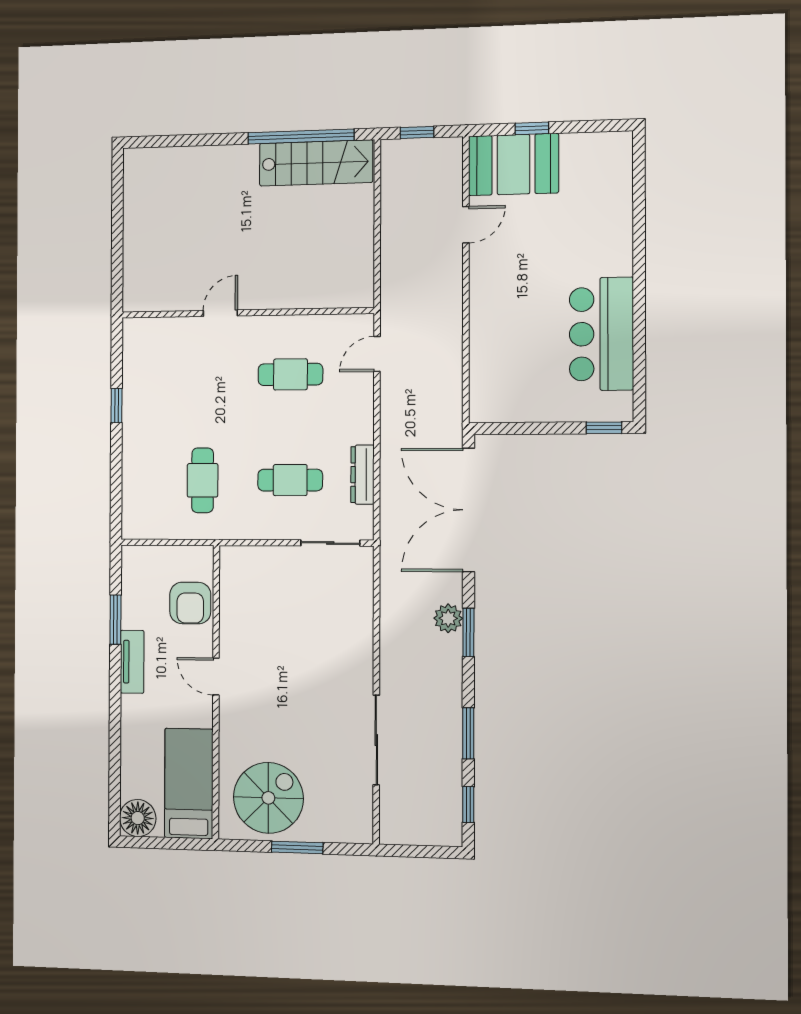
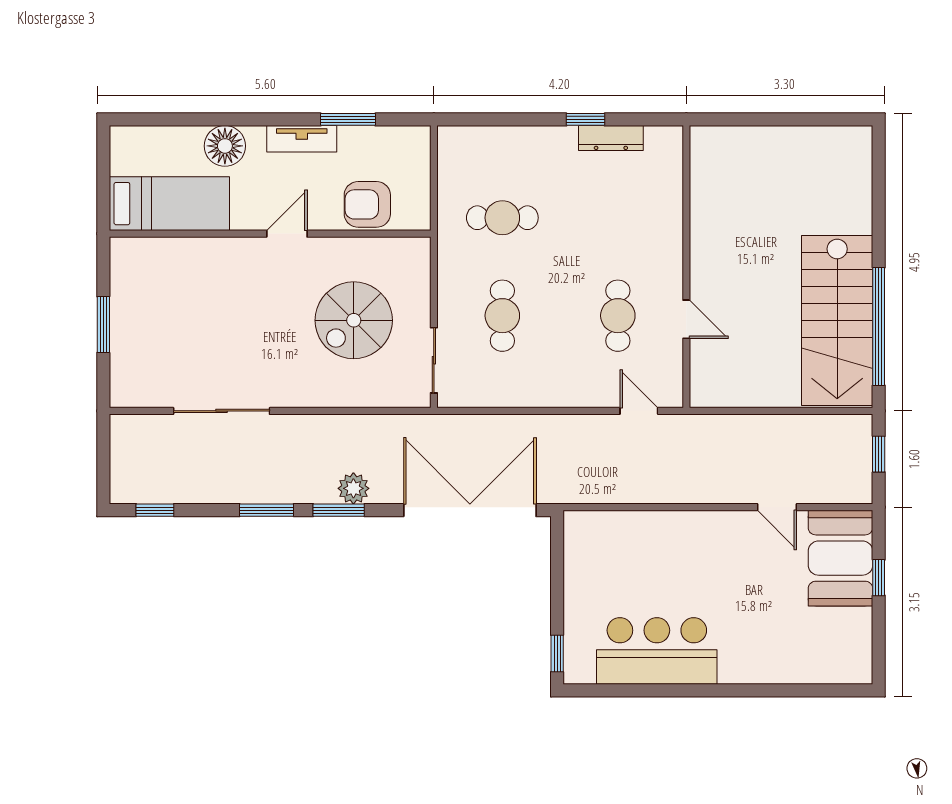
stairs: (316, 163) -> (837, 321), width x1.36, depth x1.51
door: (220, 313) -> (686, 319), moved
dresser: (363, 475) -> (611, 138), moved, turned 180
window: (468, 733) -> (267, 510), moved
spiral stairs: (268, 798) -> (354, 320), moved, turned 90
floor lamp: (138, 818) -> (225, 146), moved

